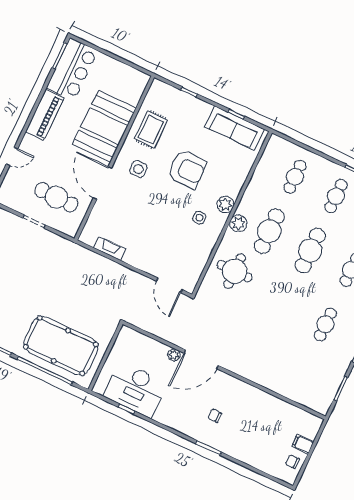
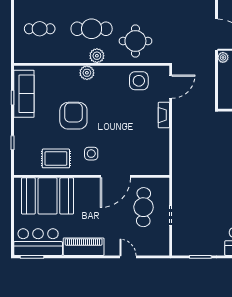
booth: (104, 126) -> (48, 196), moved
side table: (199, 218) -> (139, 81), moved, width x1.87, depth x1.87
fireplace: (110, 249) -> (164, 115), moved

